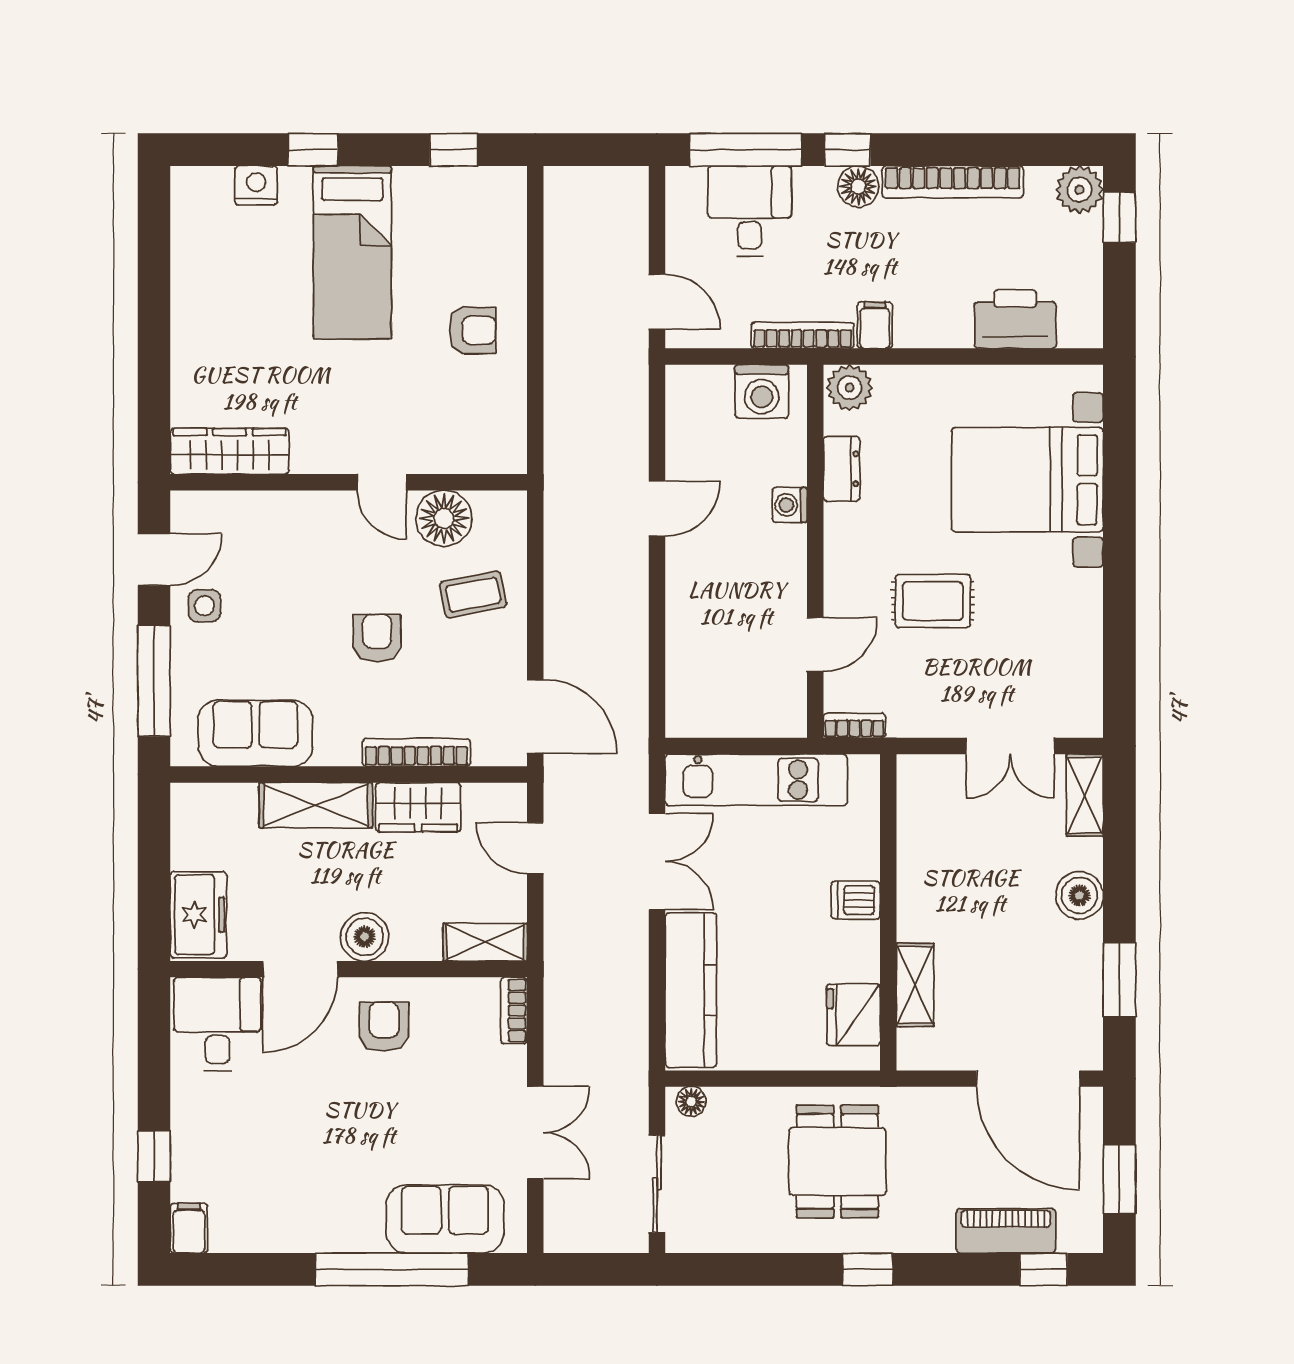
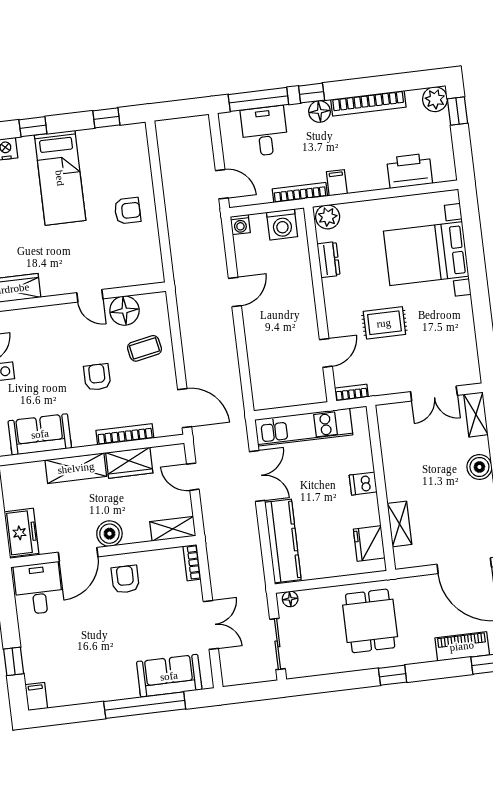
washing machine: (790, 505) -> (240, 225), moved, turned -90

